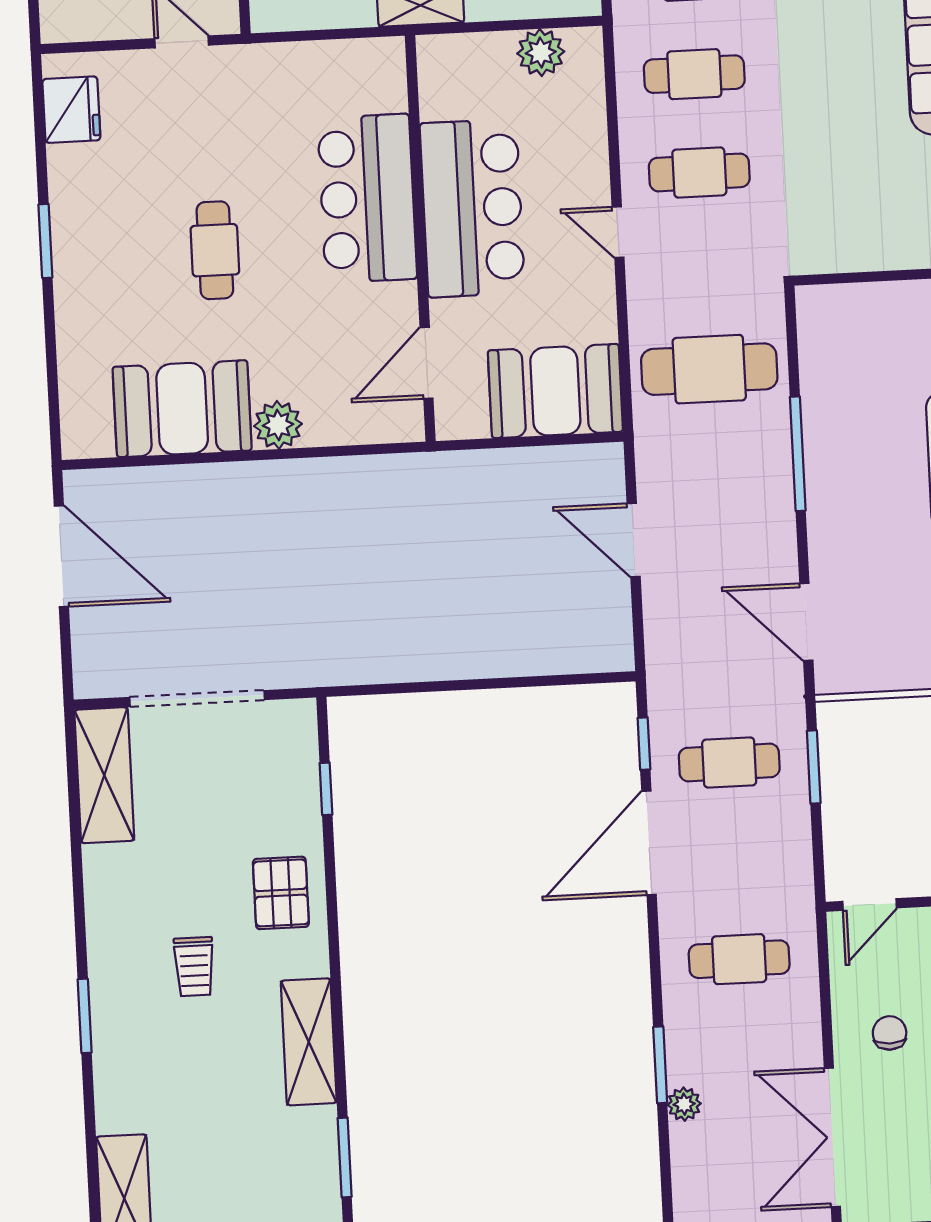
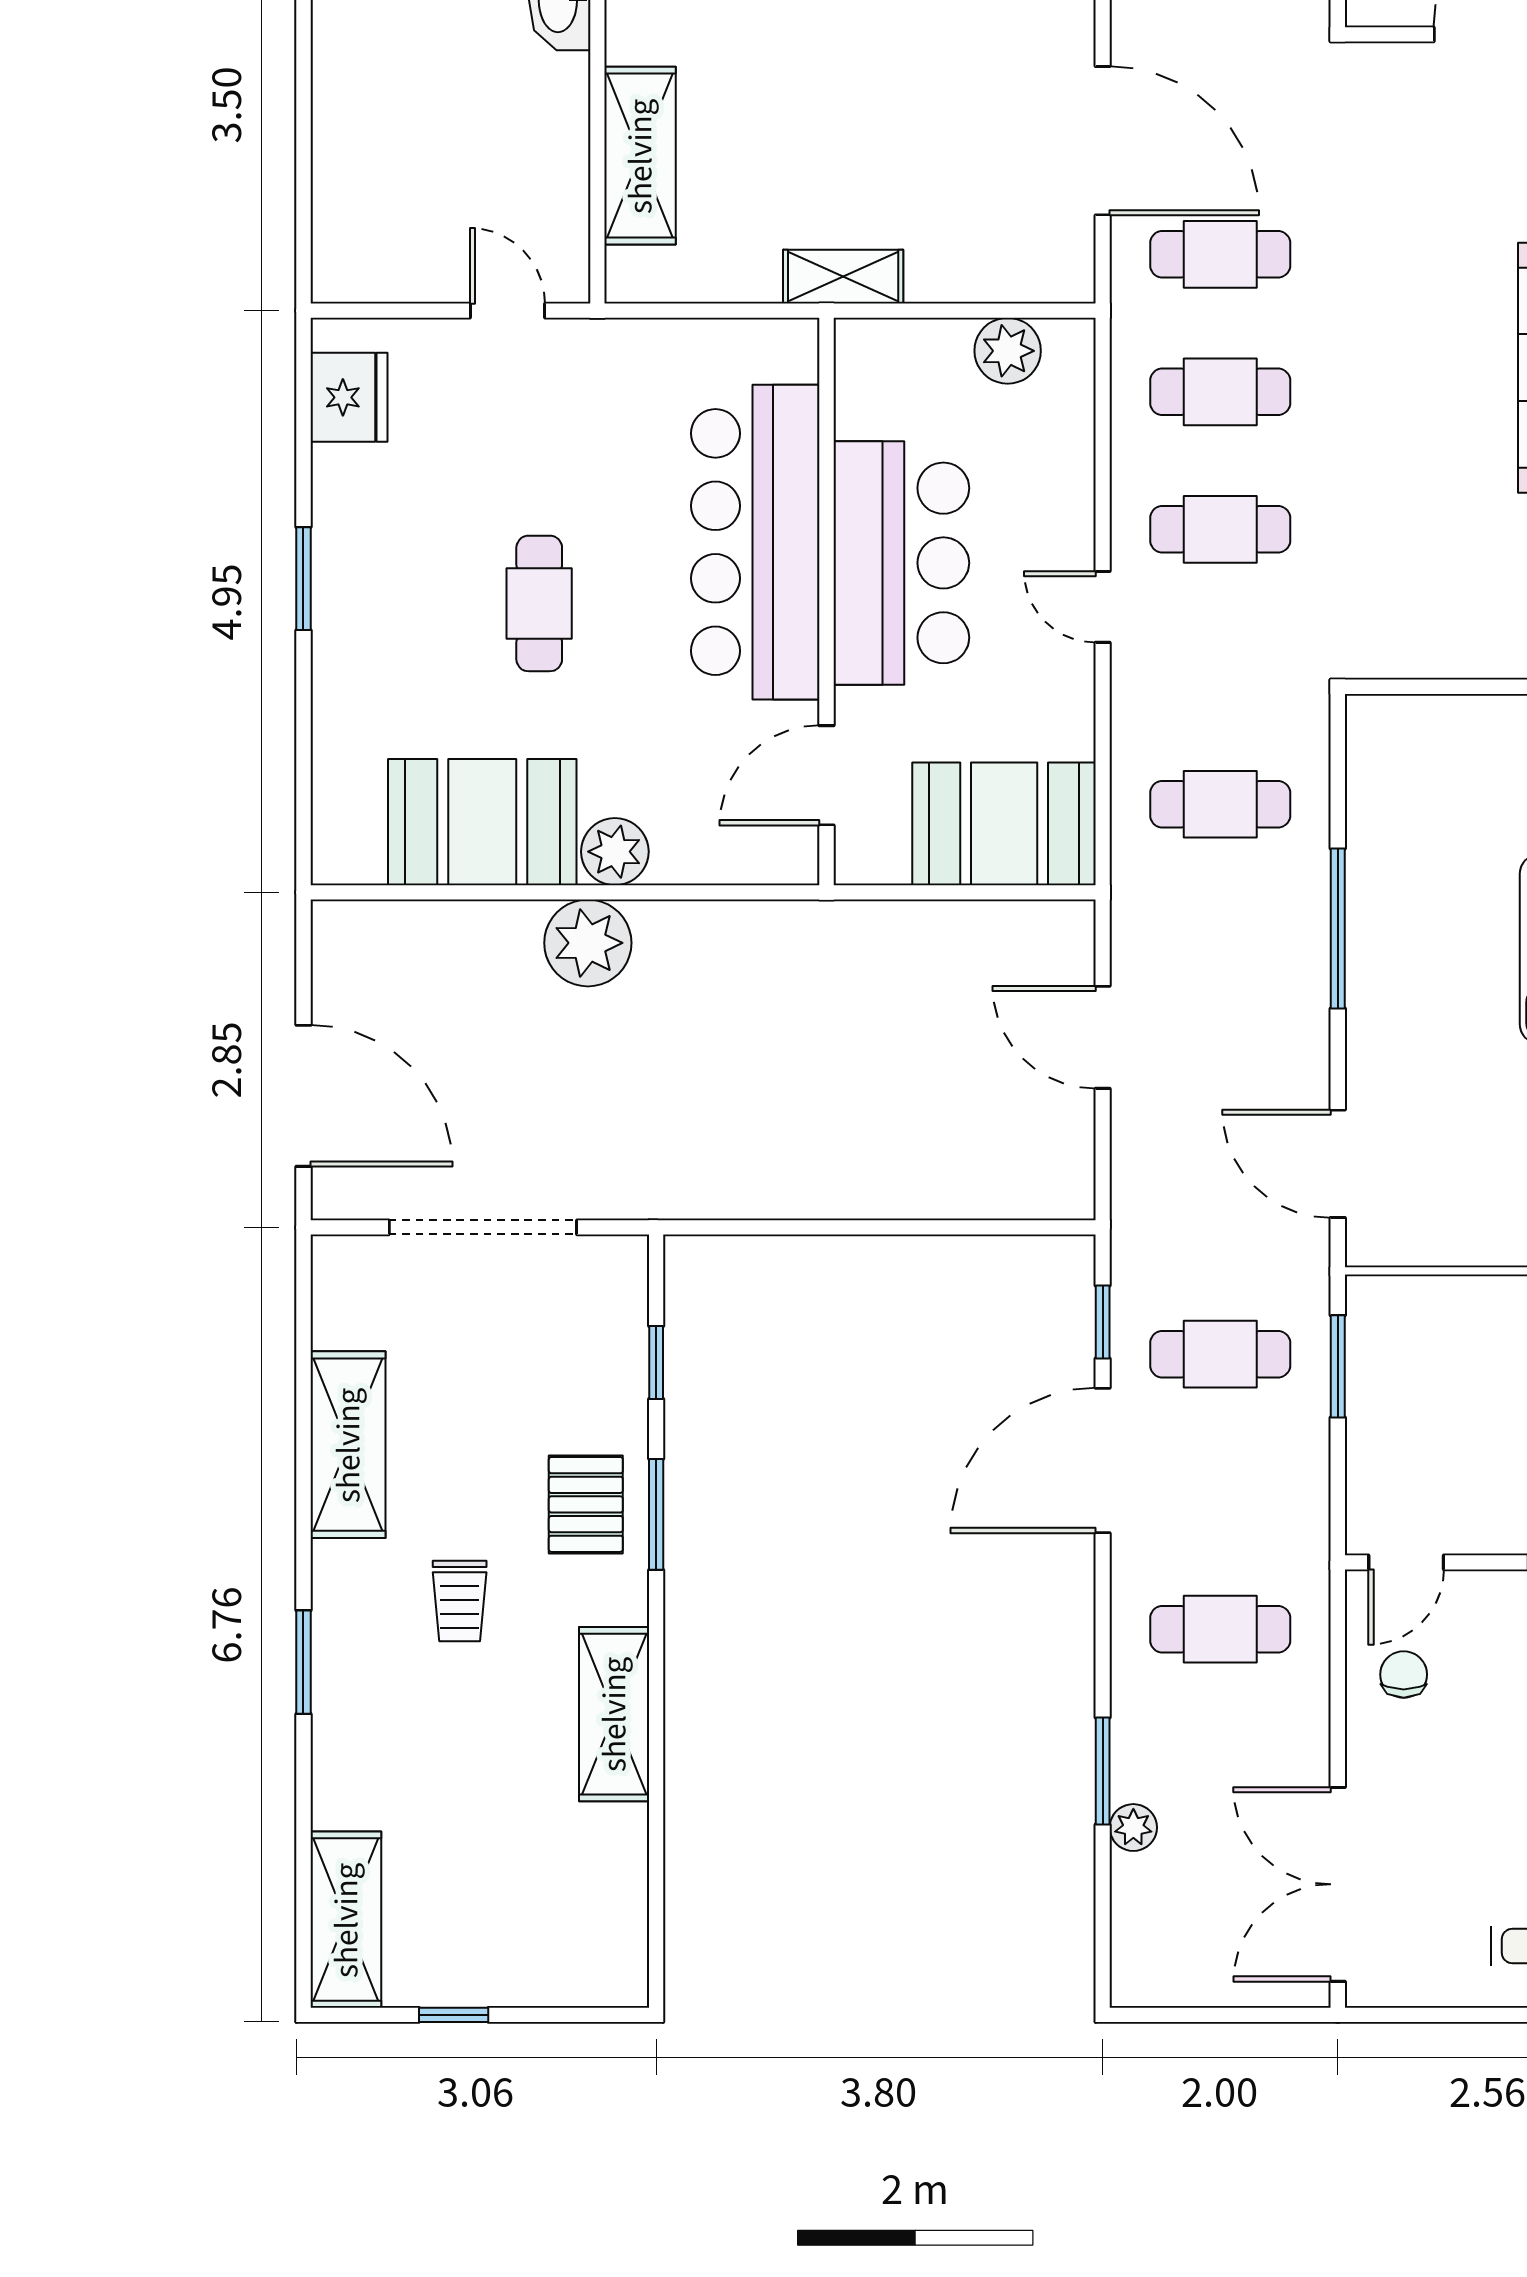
bar counter: (367, 198) -> (755, 542), width x1.36
cafe table: (709, 369) -> (1220, 804), width x0.73, depth x0.74
plant: (262, 491) -> (588, 943), added
door: (61, 556) -> (303, 1096), moved
shelving: (104, 775) -> (348, 1445), moved
chair: (890, 1033) -> (1404, 1675), moved
window: (345, 1157) -> (656, 1514), moved

